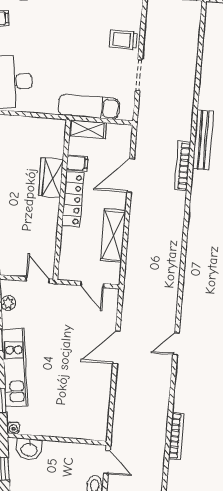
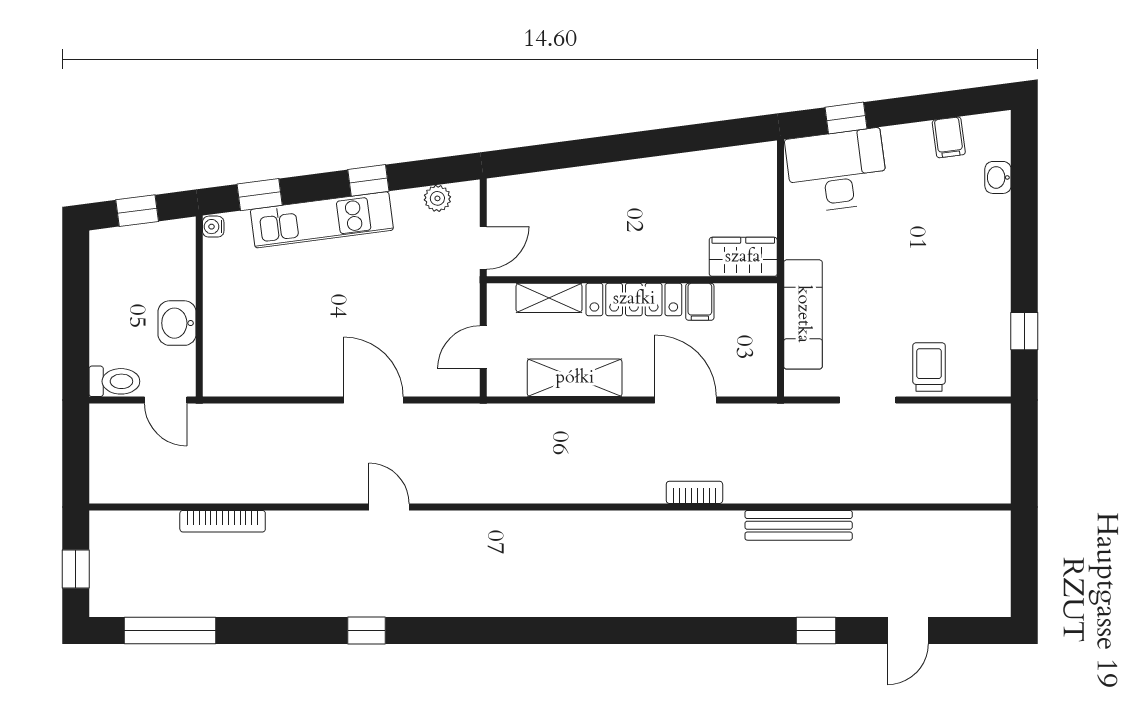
shelving: (88, 129) -> (549, 298), moved, turned 90
bench: (203, 140) -> (799, 525), moved
bookcase: (183, 166) -> (694, 492), width x0.64
wardrobe: (51, 178) -> (743, 257), moved
washbasin: (29, 449) -> (177, 323), moved
door: (107, 462) -> (166, 400), hinge flipped

